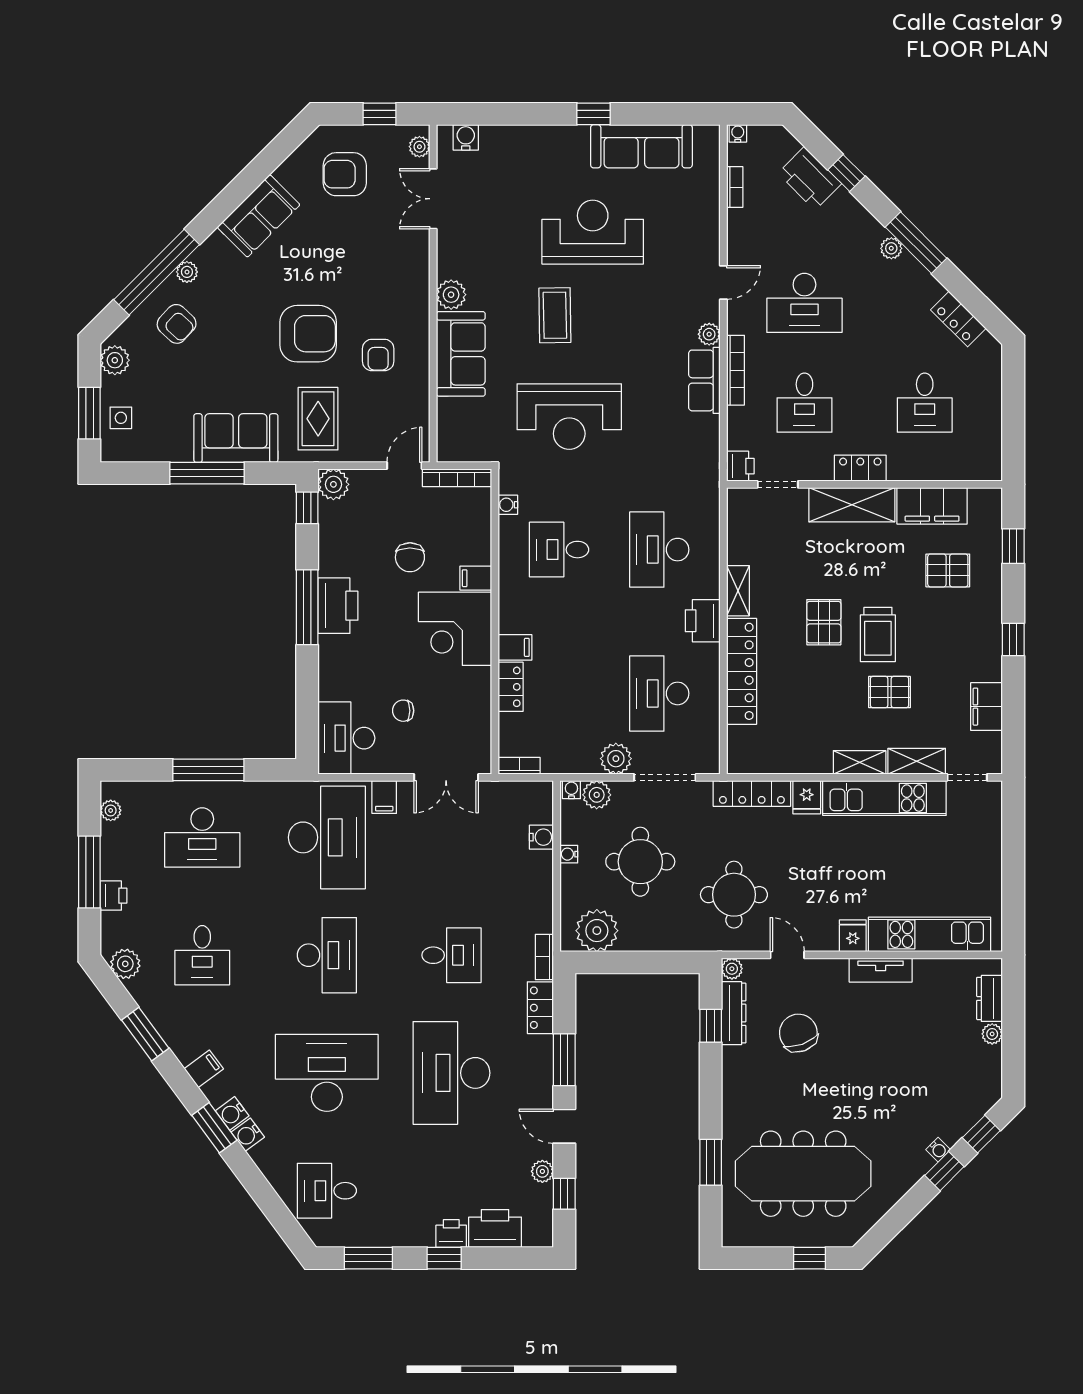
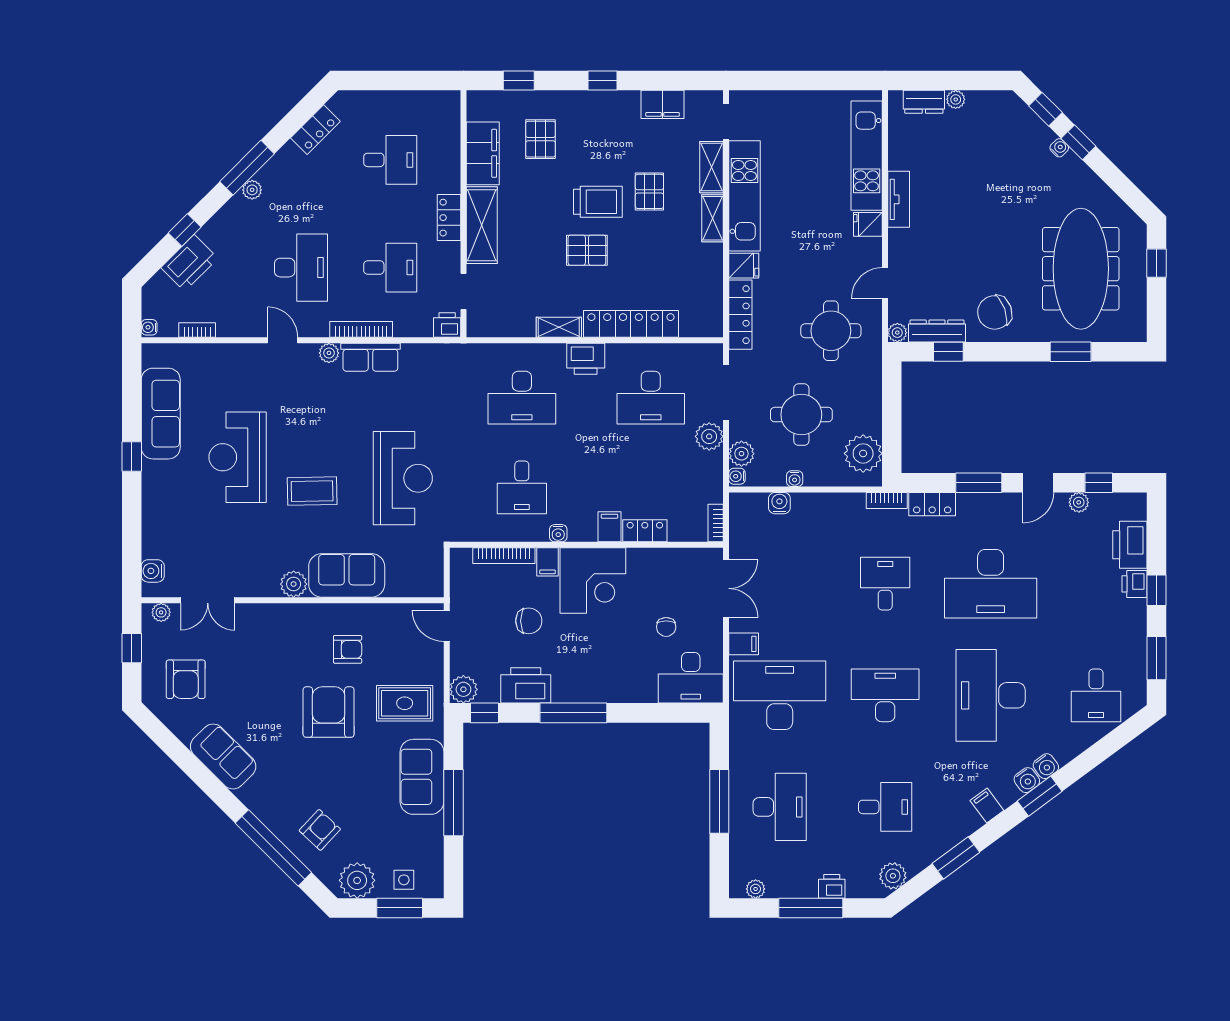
plant: (187, 272) -> (273, 821), removed
plant: (115, 360) -> (357, 880), width x1.36, depth x1.36
bookcase: (457, 478) -> (504, 556), moved, turned 90
water cooler: (508, 505) -> (558, 533), moved
printer: (338, 606) -> (526, 685), moved
chair: (798, 1033) -> (995, 312), moved

